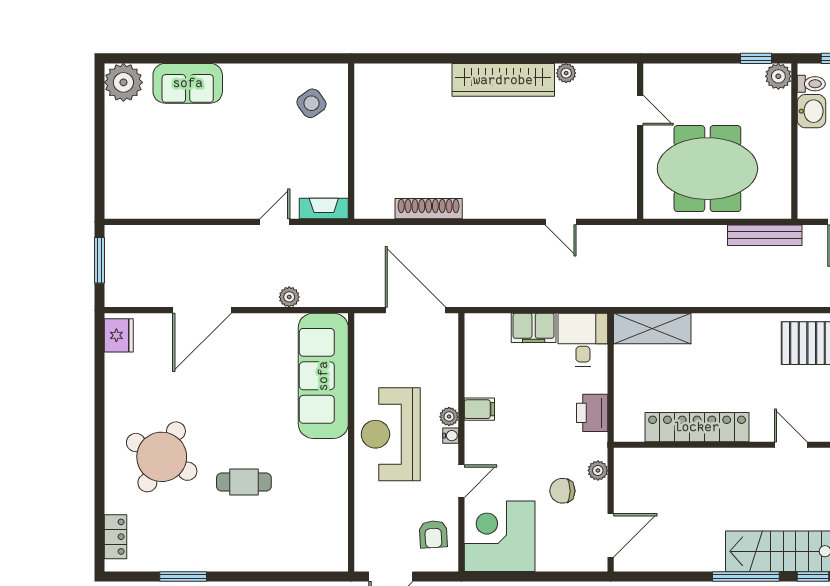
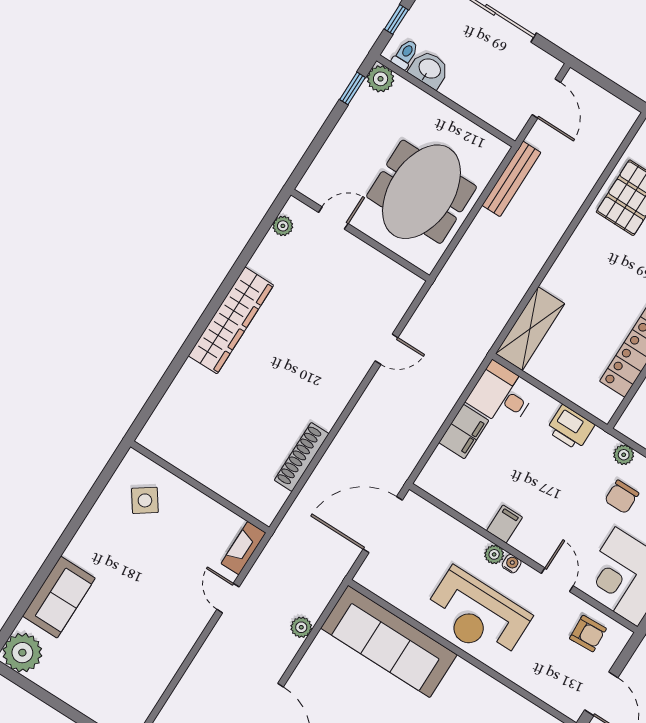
plant: (566, 73) -> (283, 226), moved

